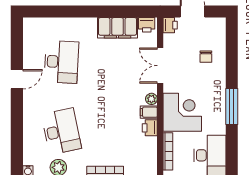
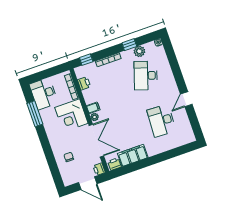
double door: (160, 66) -> (96, 141), width x1.37
window: (232, 106) -> (35, 114), moved
printer: (150, 128) -> (84, 83), moved
desk: (61, 131) -> (146, 75), turned 30

